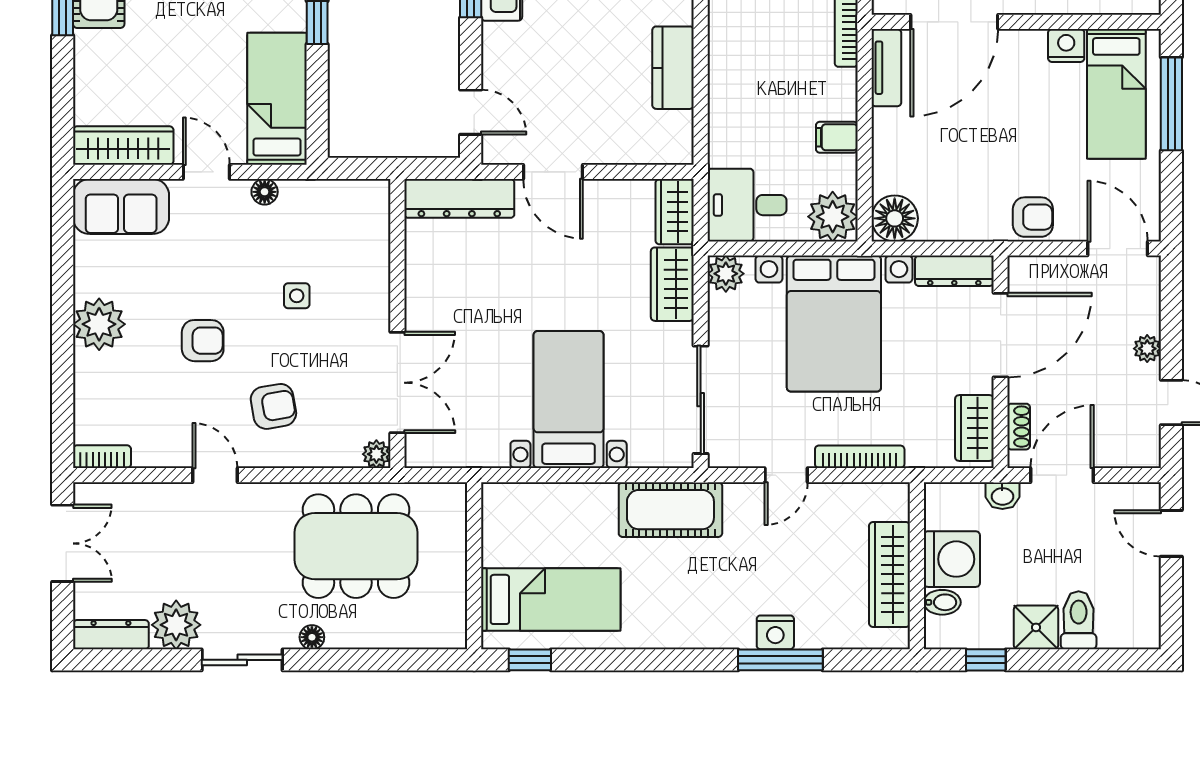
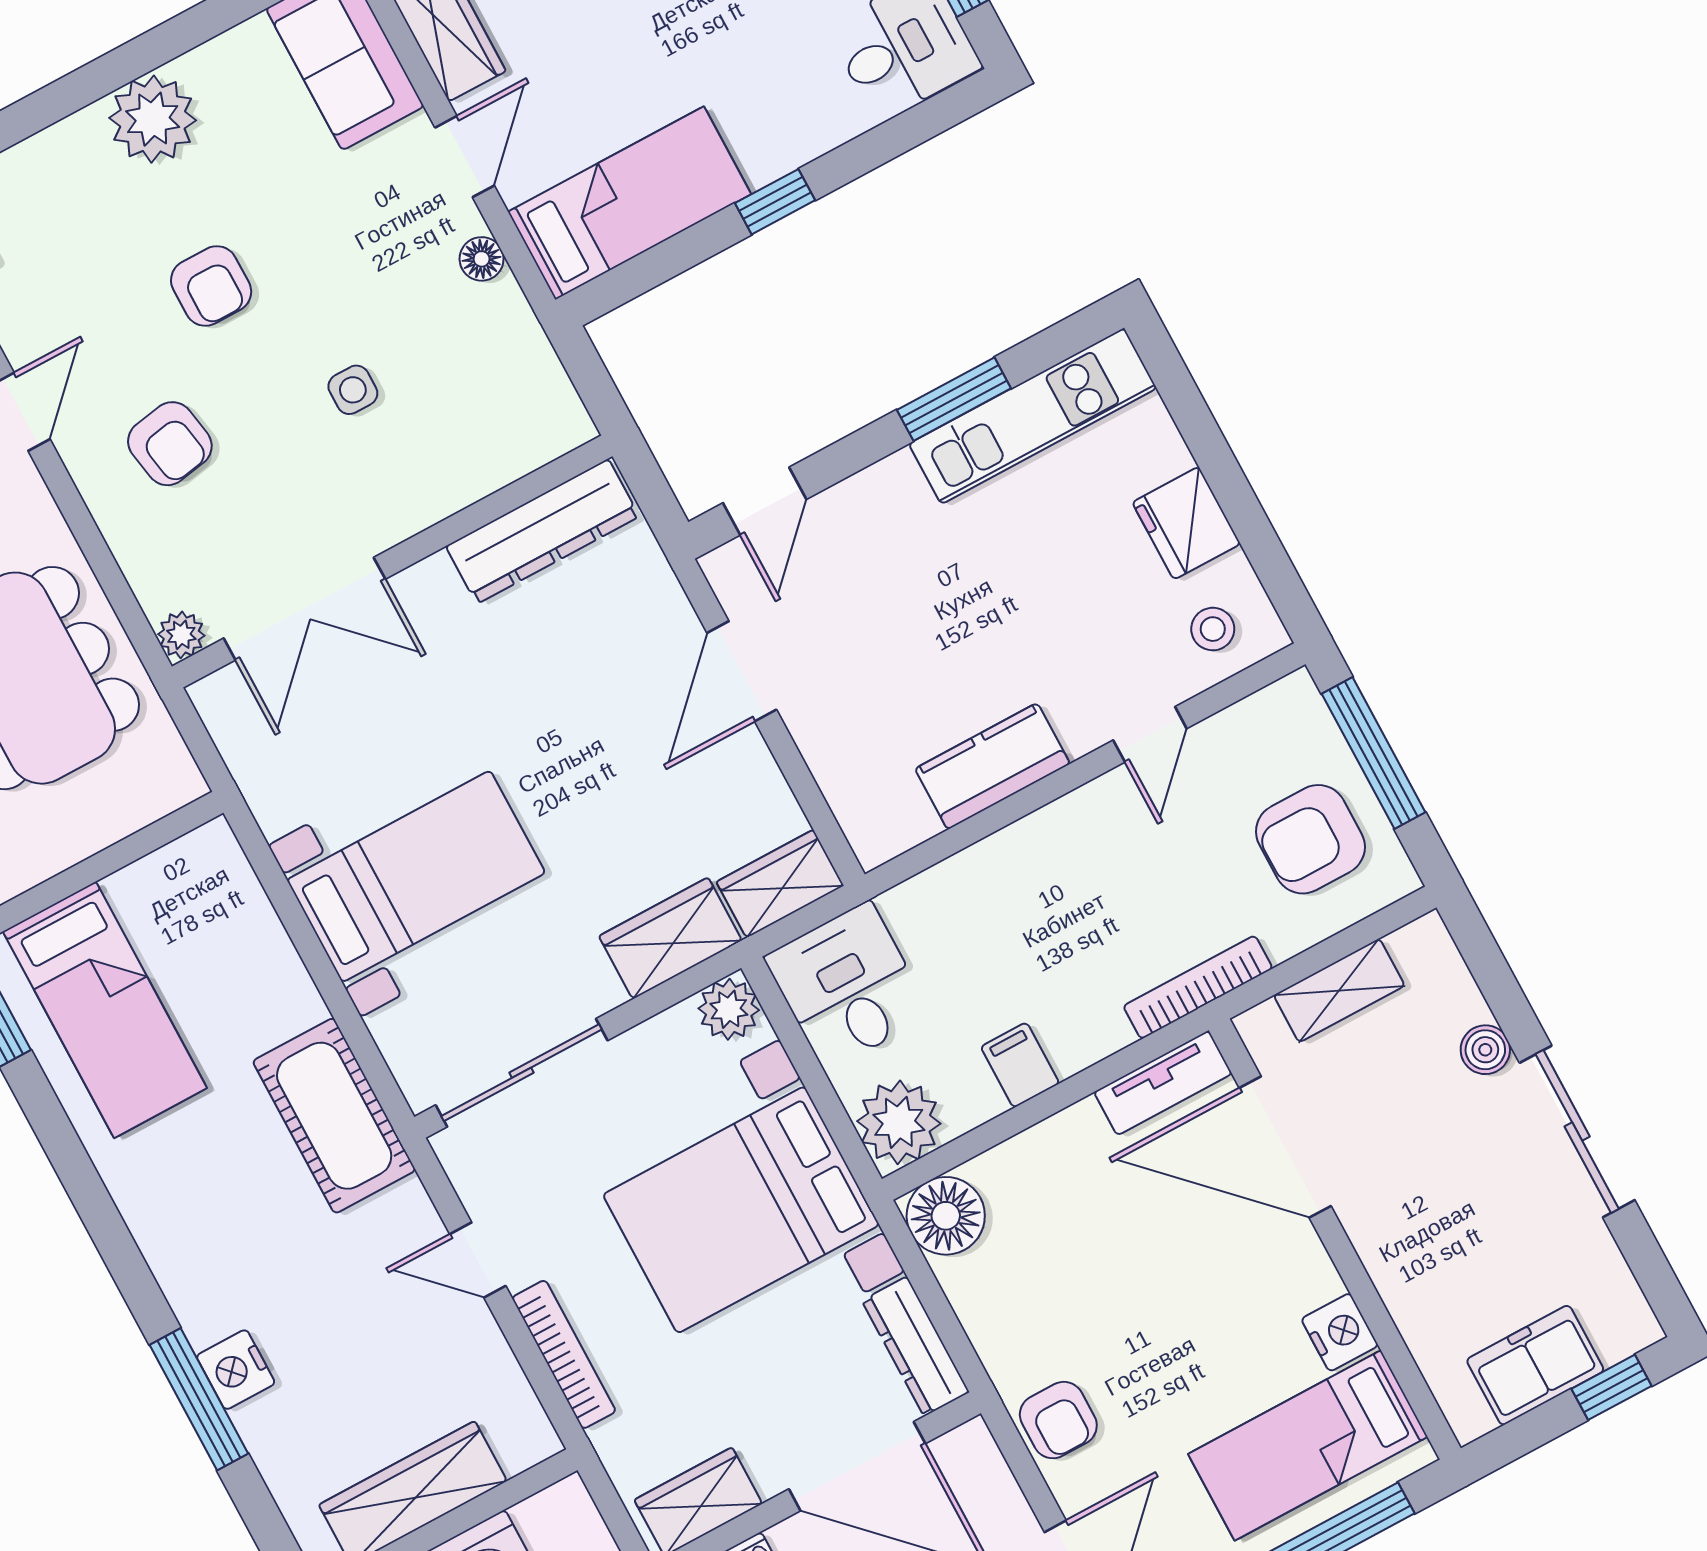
dresser: (459, 198) -> (543, 531), moved, turned -90

